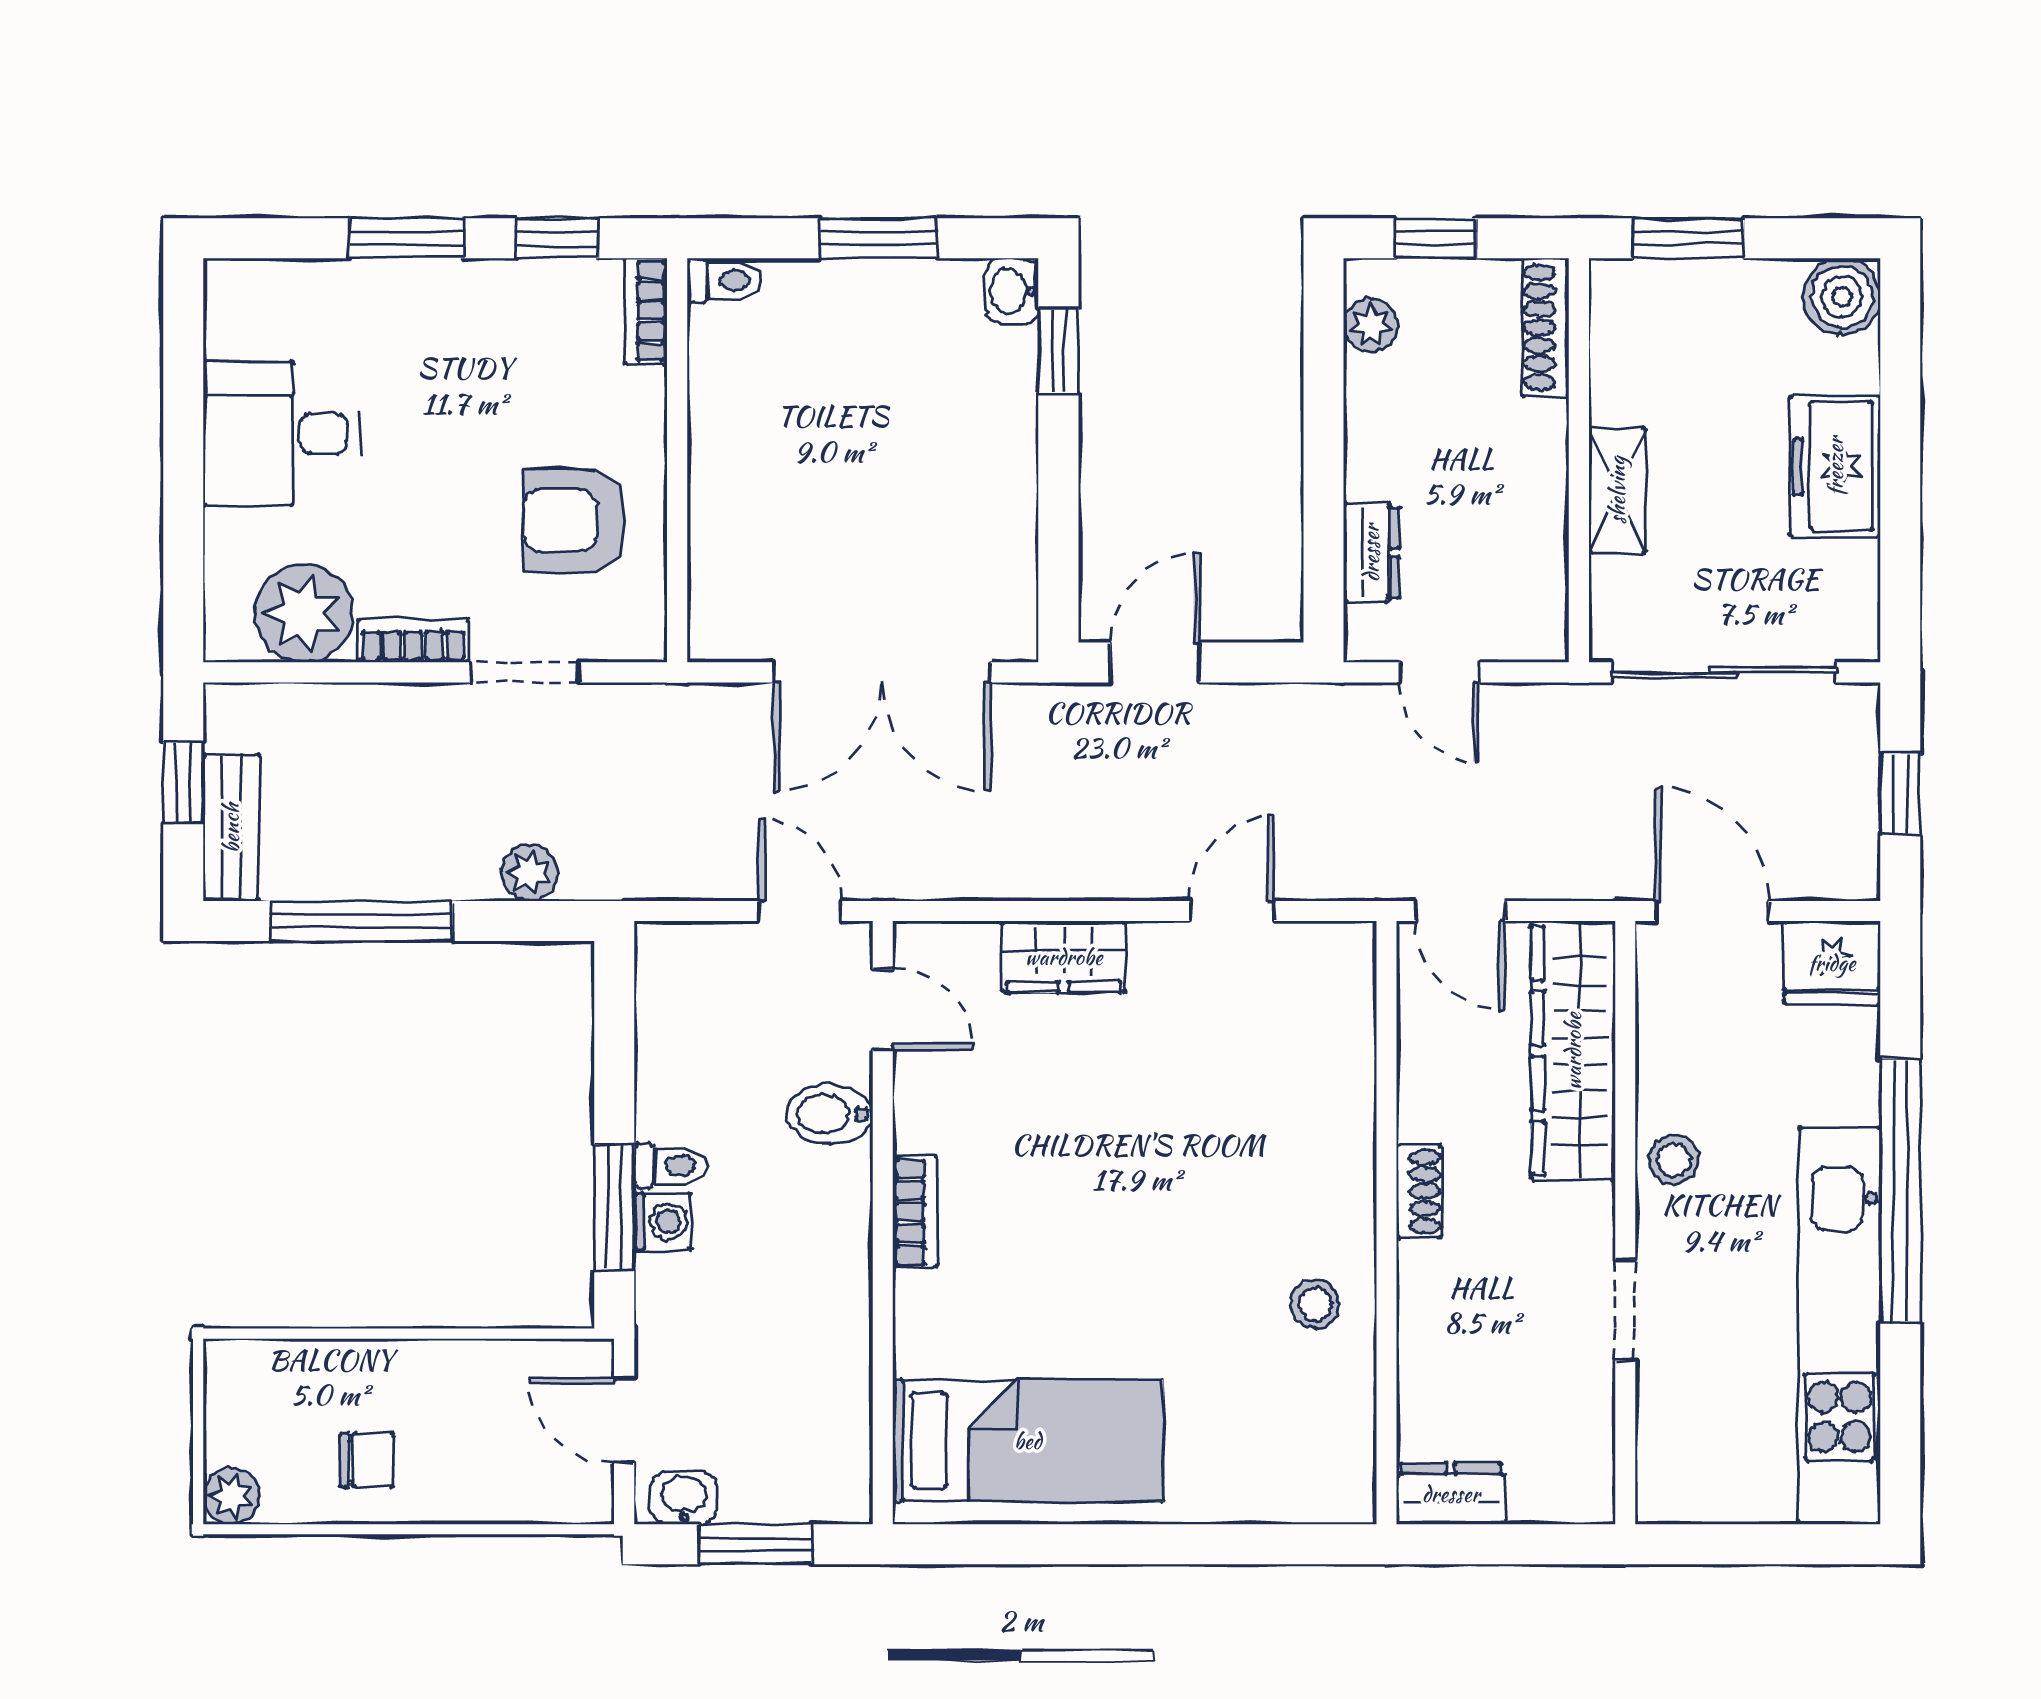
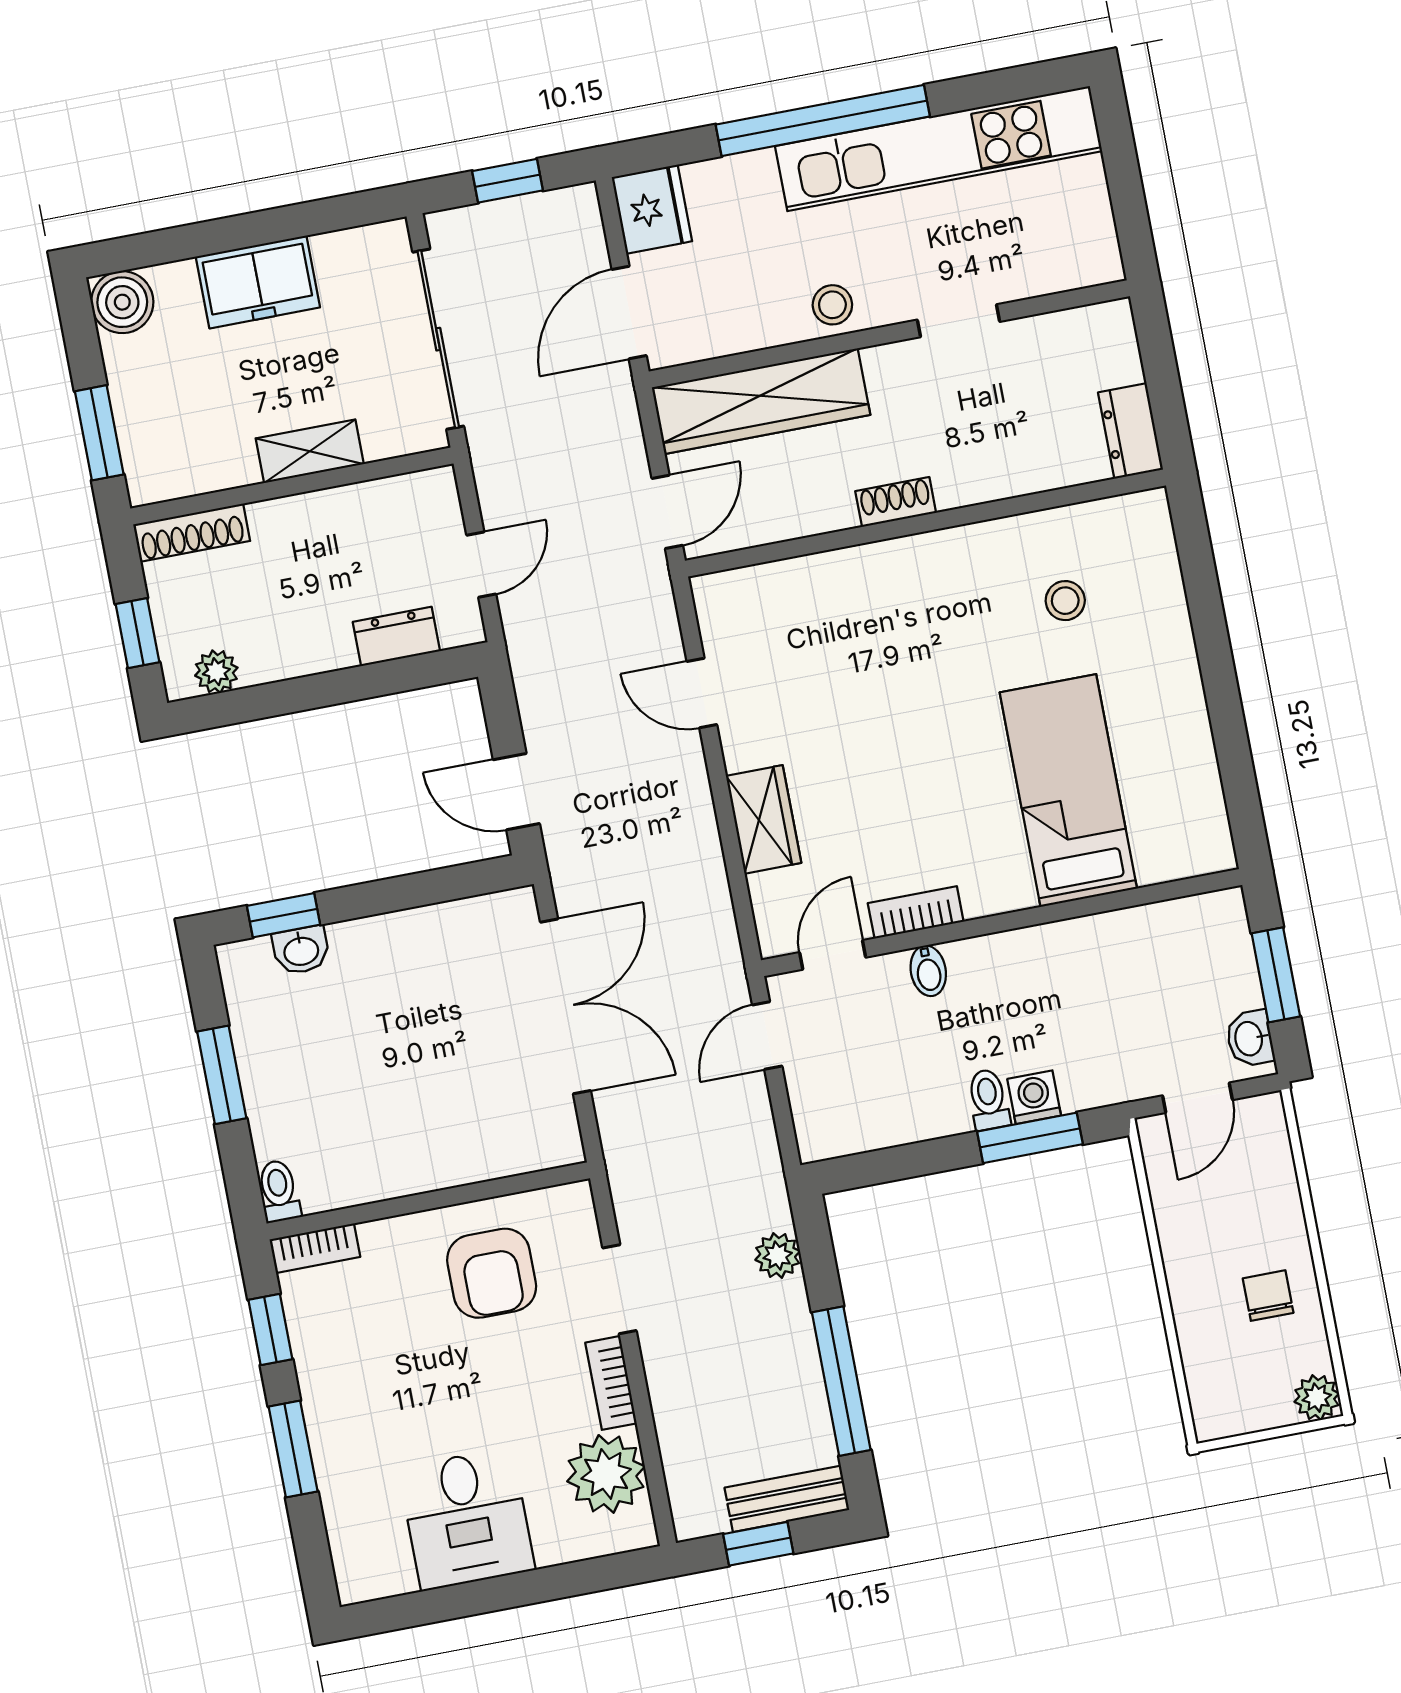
washbasin: (1012, 291) -> (301, 950), moved
bidet: (830, 1114) -> (928, 971), width x0.72, depth x0.74
bookcase: (915, 1212) -> (916, 912), moved
stool: (1315, 1304) -> (1065, 601), moved
bed: (1028, 1441) -> (1068, 791), moved

